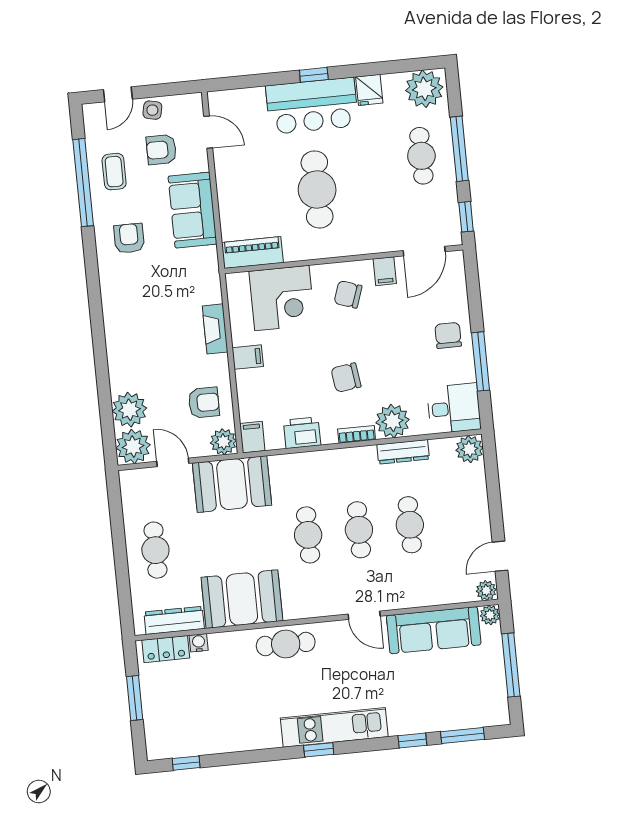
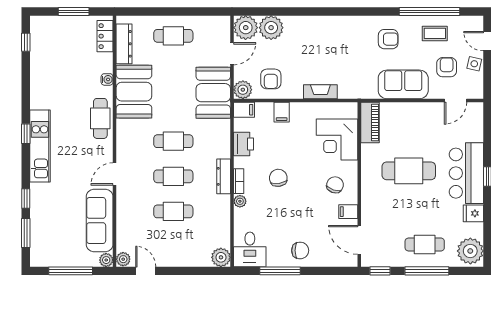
filing cabinet: (248, 357) -> (282, 112), moved
plant: (393, 421) -> (240, 201), width x0.53, depth x0.53
dresser: (403, 452) -> (224, 176), moved
water cooler: (199, 643) -> (107, 79), moved

